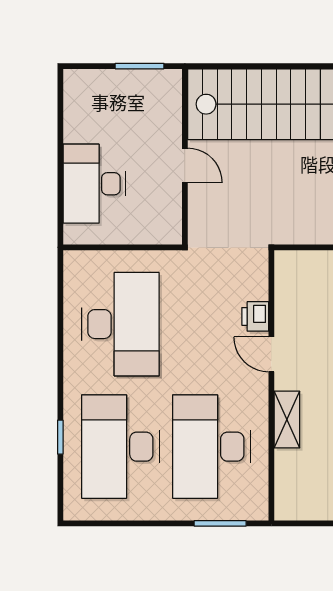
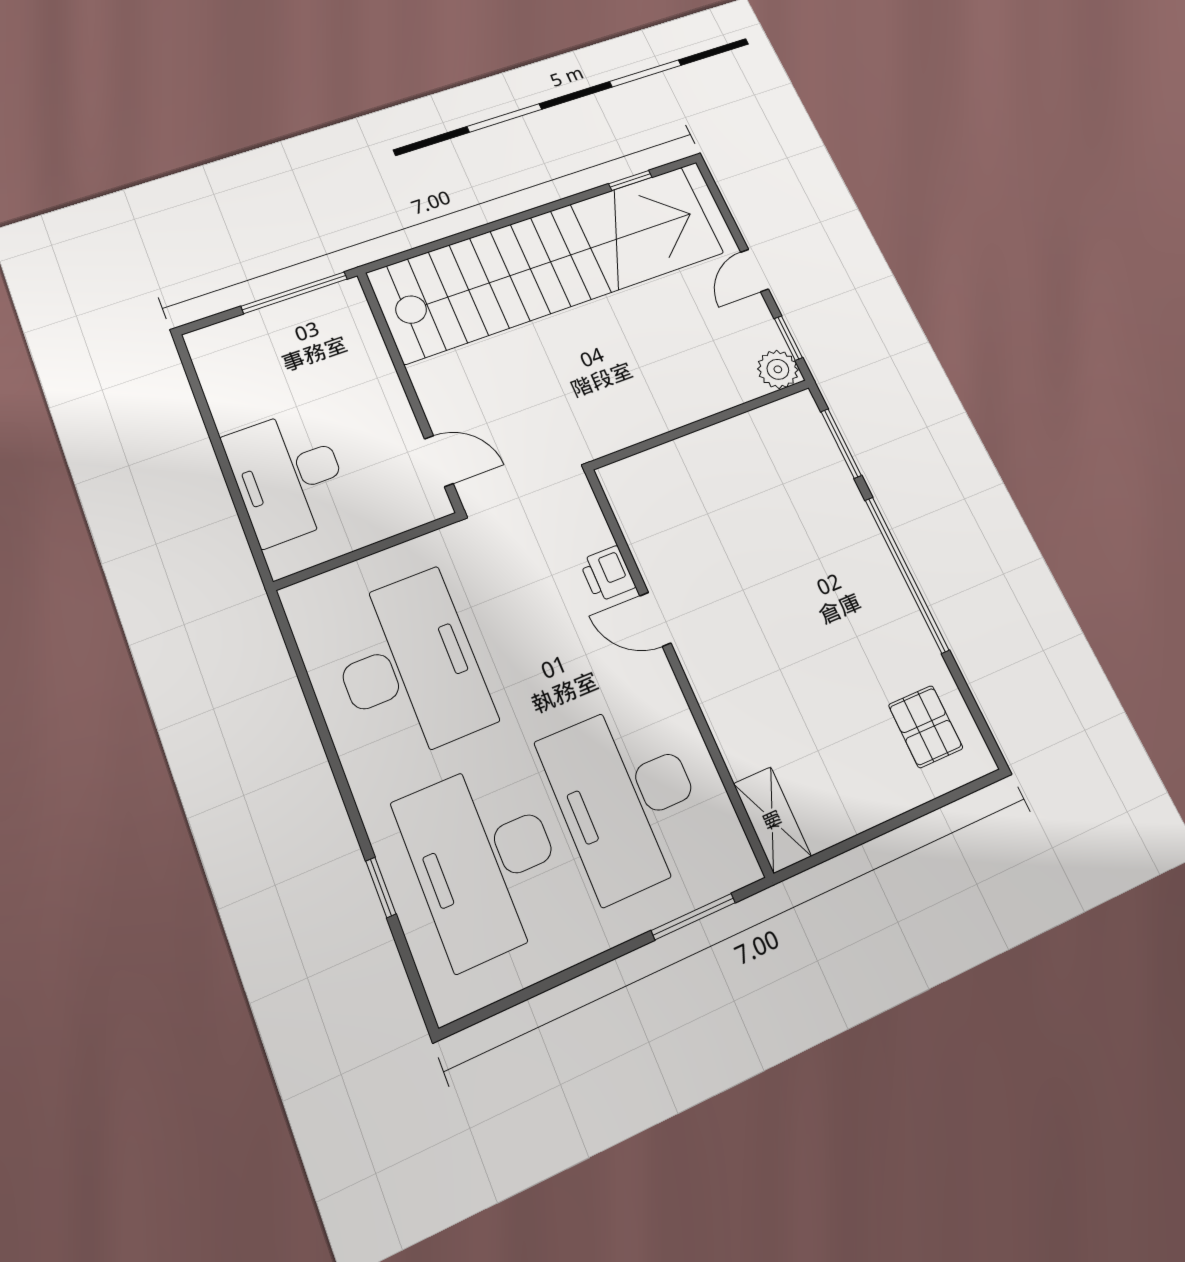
window: (140, 66) -> (294, 293), width x1.44
door: (185, 165) -> (439, 461), moved
shelving: (287, 420) -> (772, 820), moved

